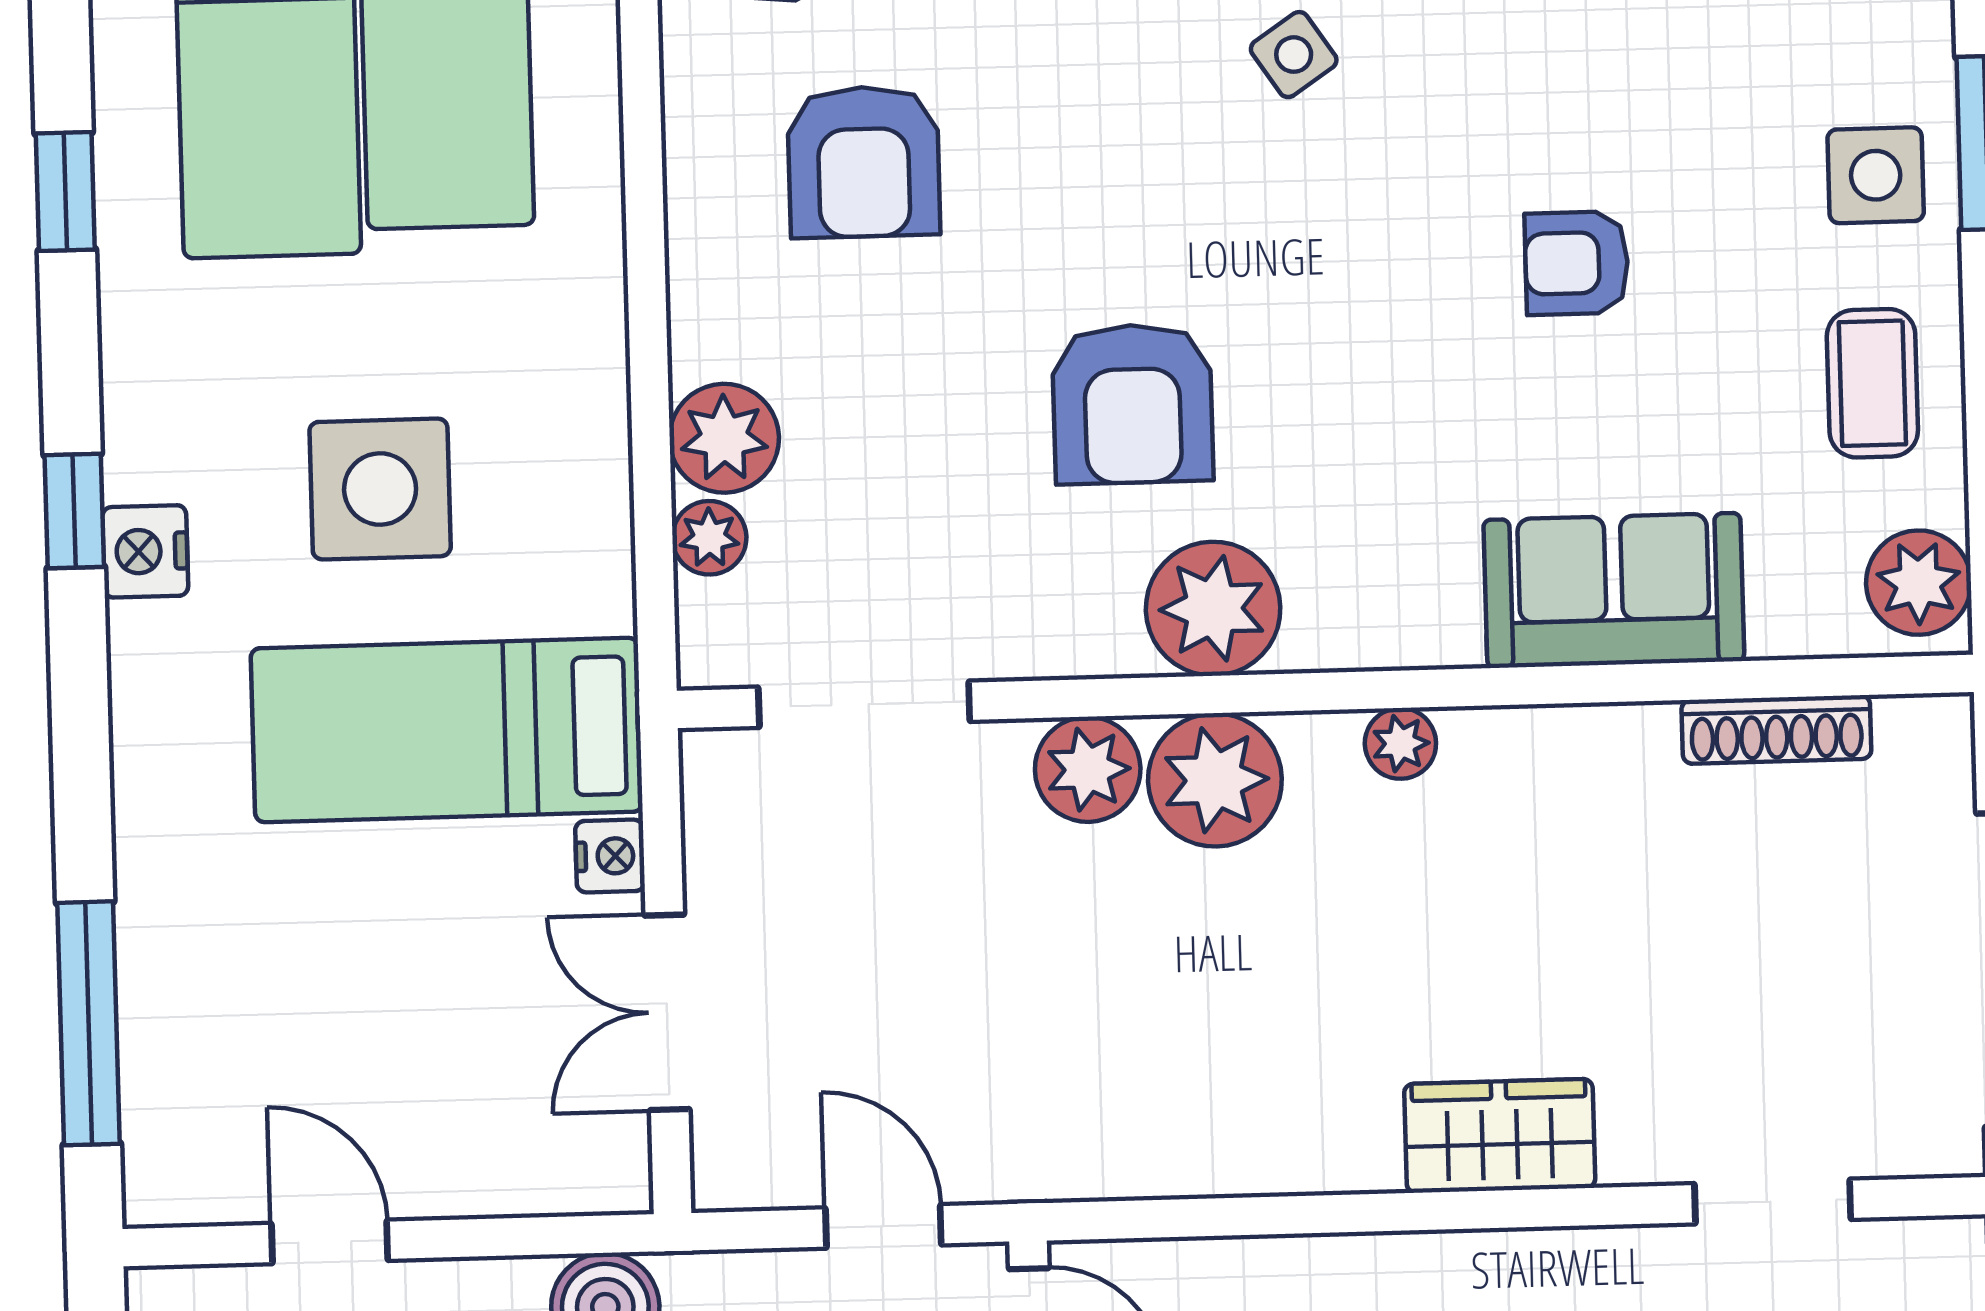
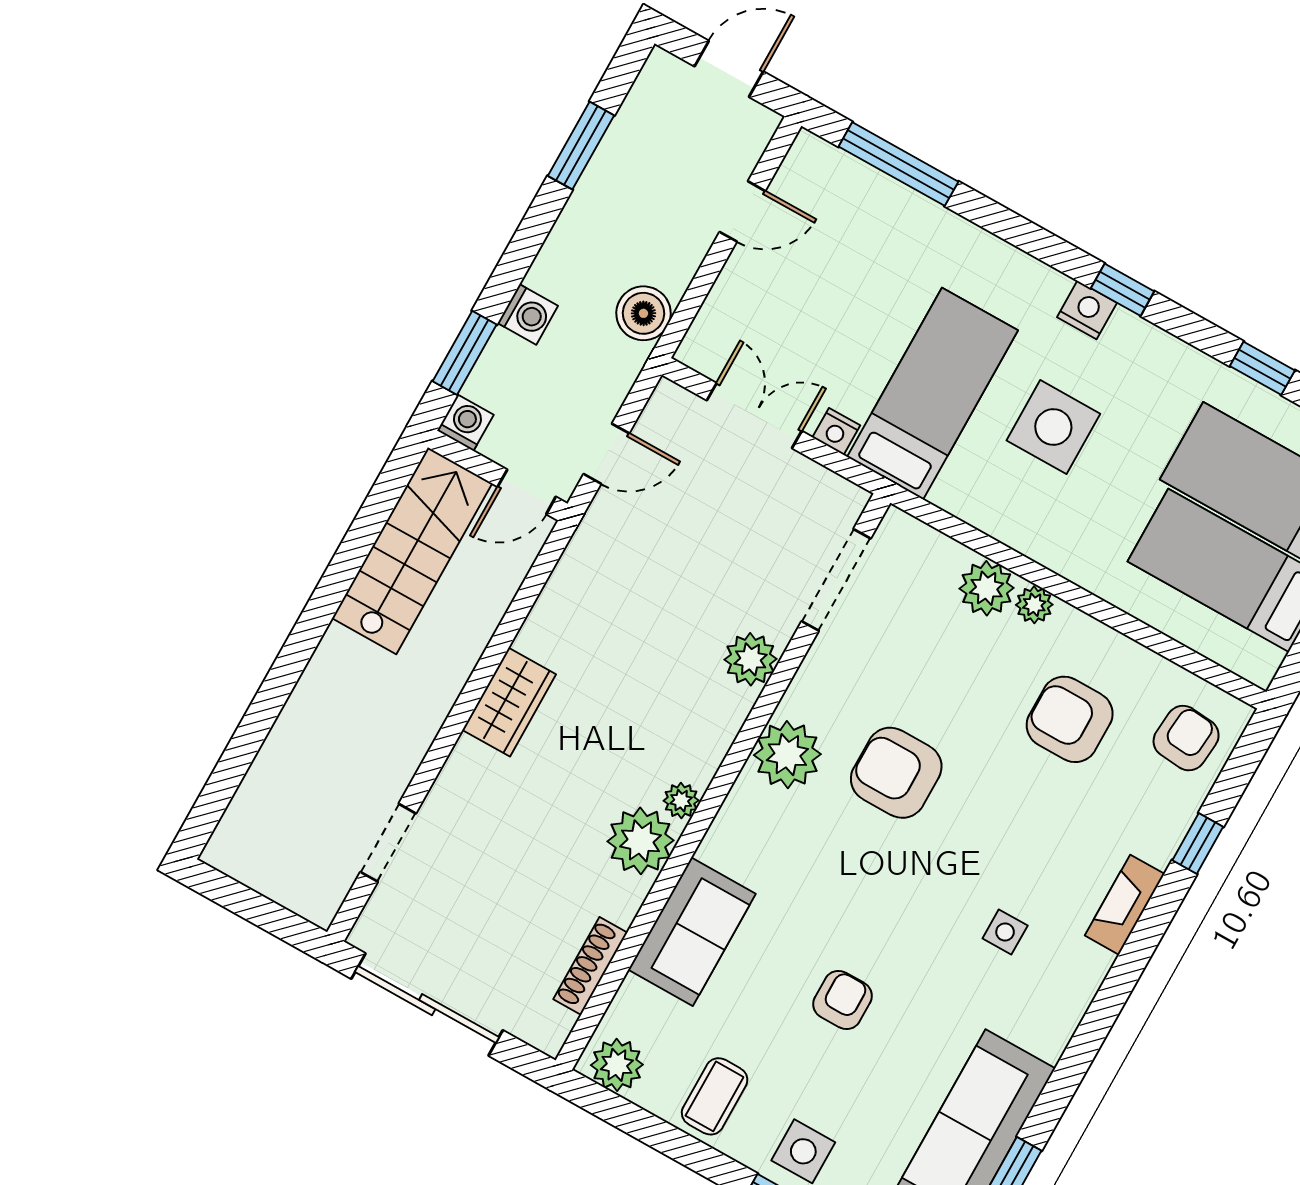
side table: (1294, 55) -> (1005, 932), turned 34
coffee table: (1872, 383) -> (715, 1096), turned 90
plant: (709, 538) -> (1034, 605), moved
plant: (1215, 780) -> (640, 841), moved
wardrobe: (1500, 1136) -> (509, 702), moved

